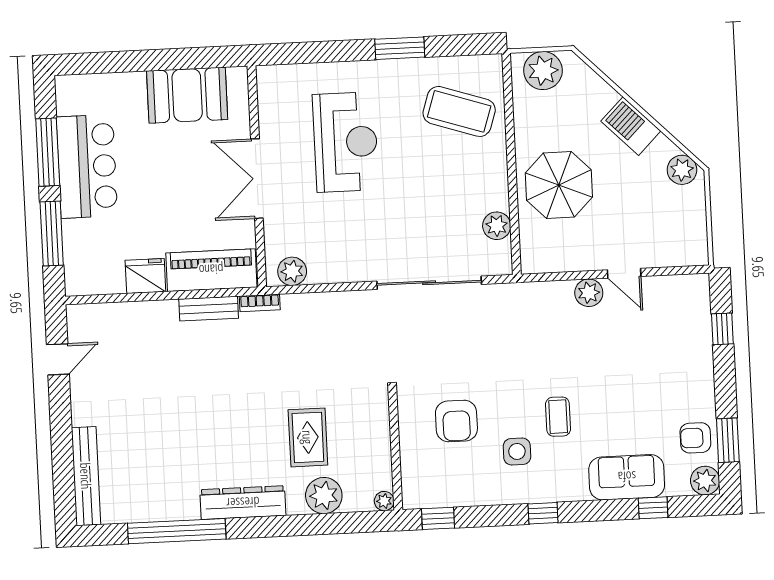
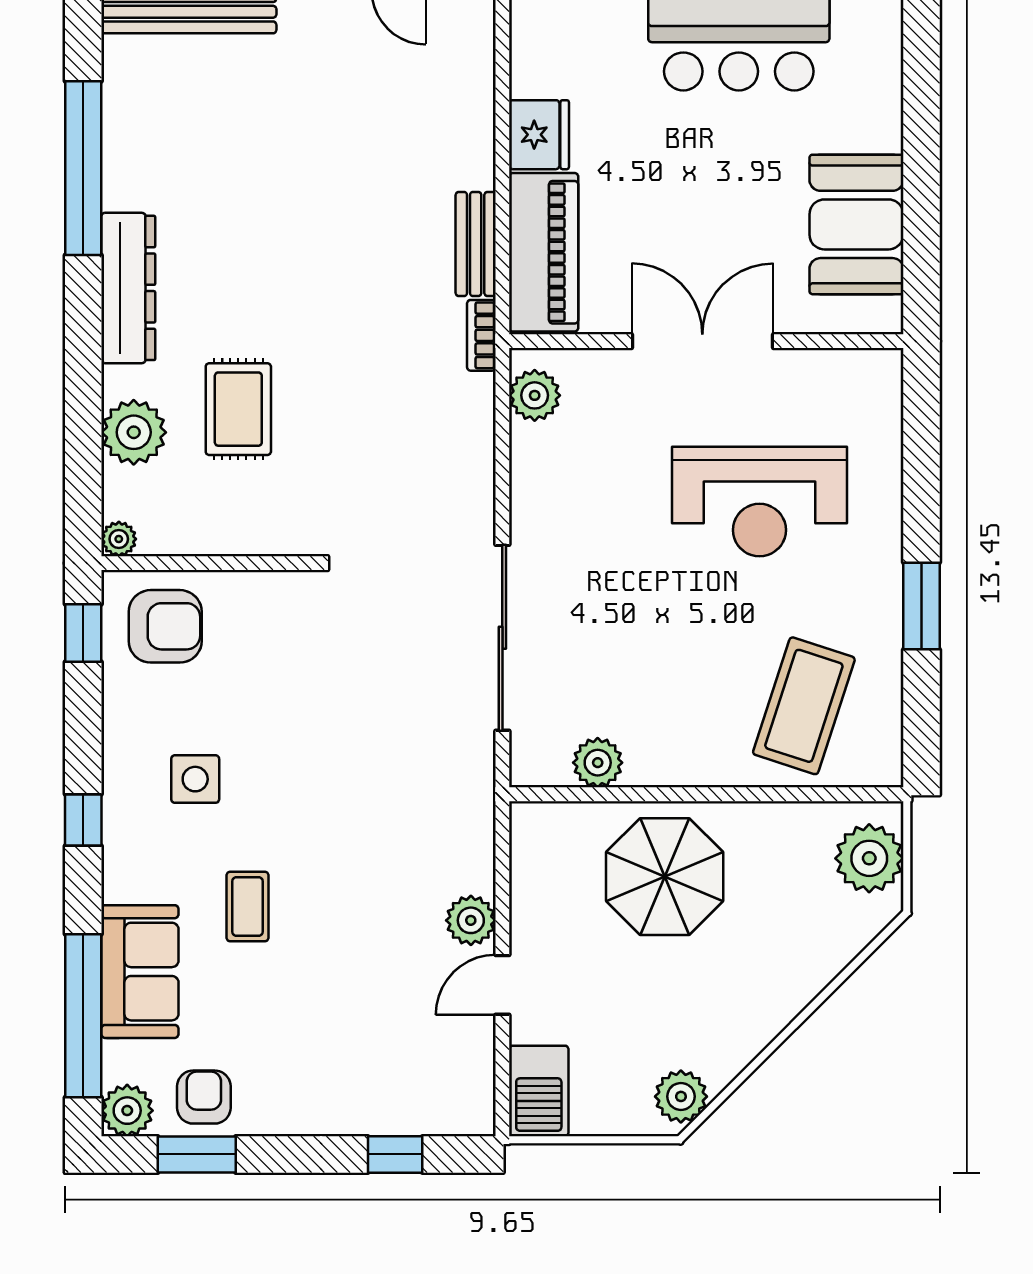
barbecue: (631, 126) -> (539, 1091), moved, turned 135
coffee table: (558, 417) -> (248, 907), moved, turned 90
armchair: (456, 421) -> (165, 626), moved, turned 180
rug: (308, 437) -> (238, 409), turned 90
window: (653, 508) -> (83, 1016), width x3.17

